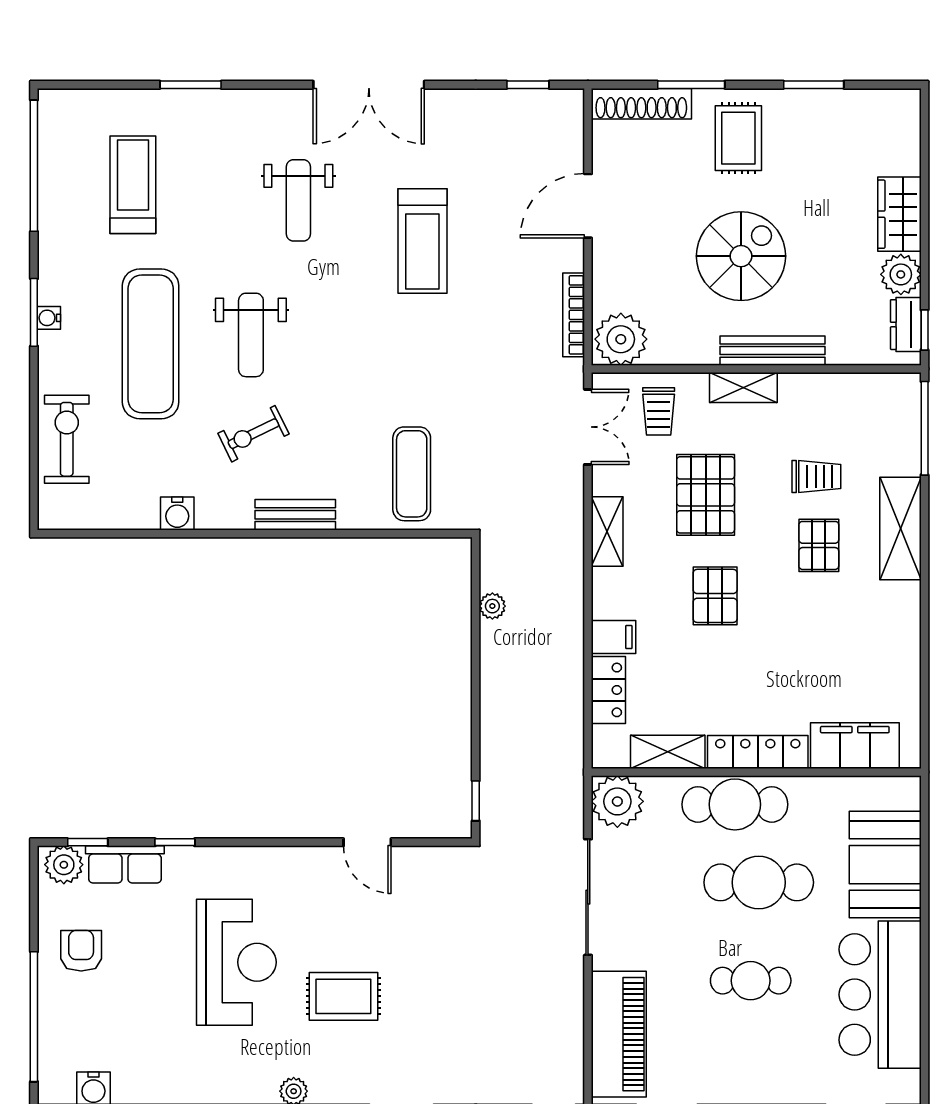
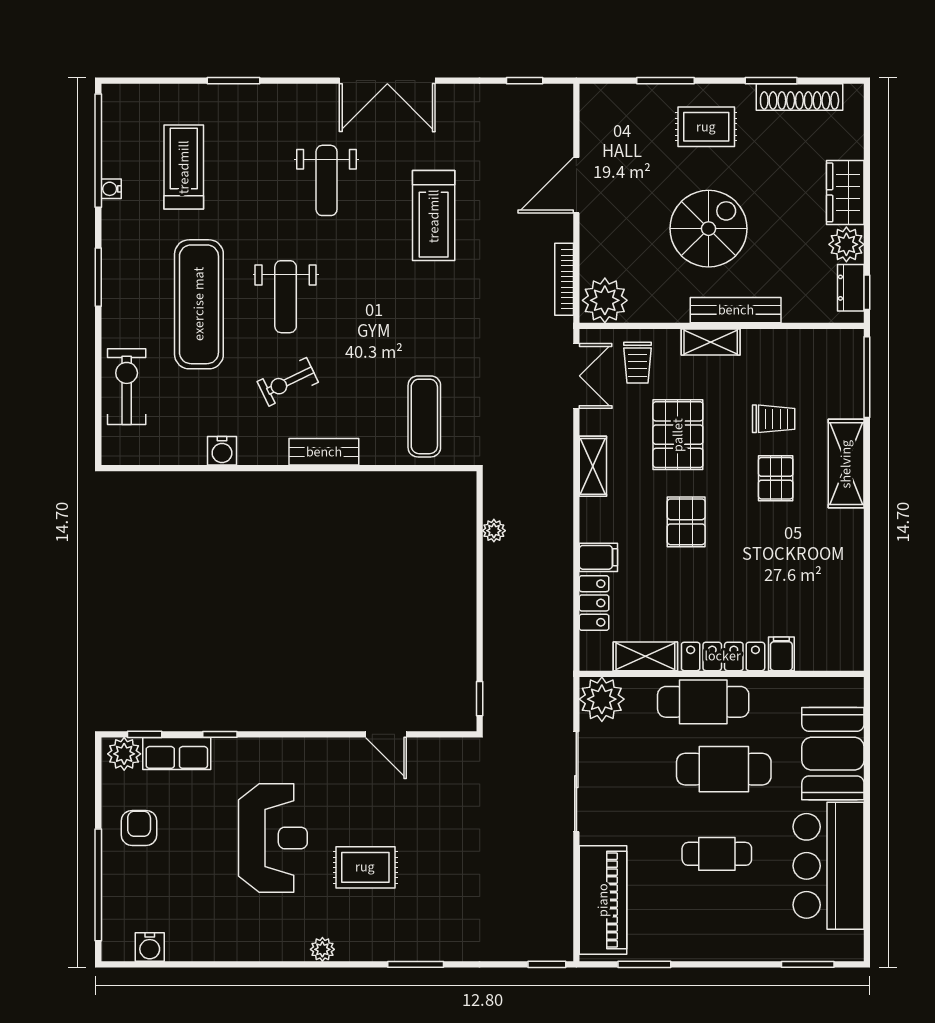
shoe rack: (641, 104) -> (799, 97), moved
rug: (738, 138) -> (706, 127), turned 90
water cooler: (49, 318) -> (111, 189), moved
filing cabinet: (855, 746) -> (781, 654), width x0.33, depth x0.86

